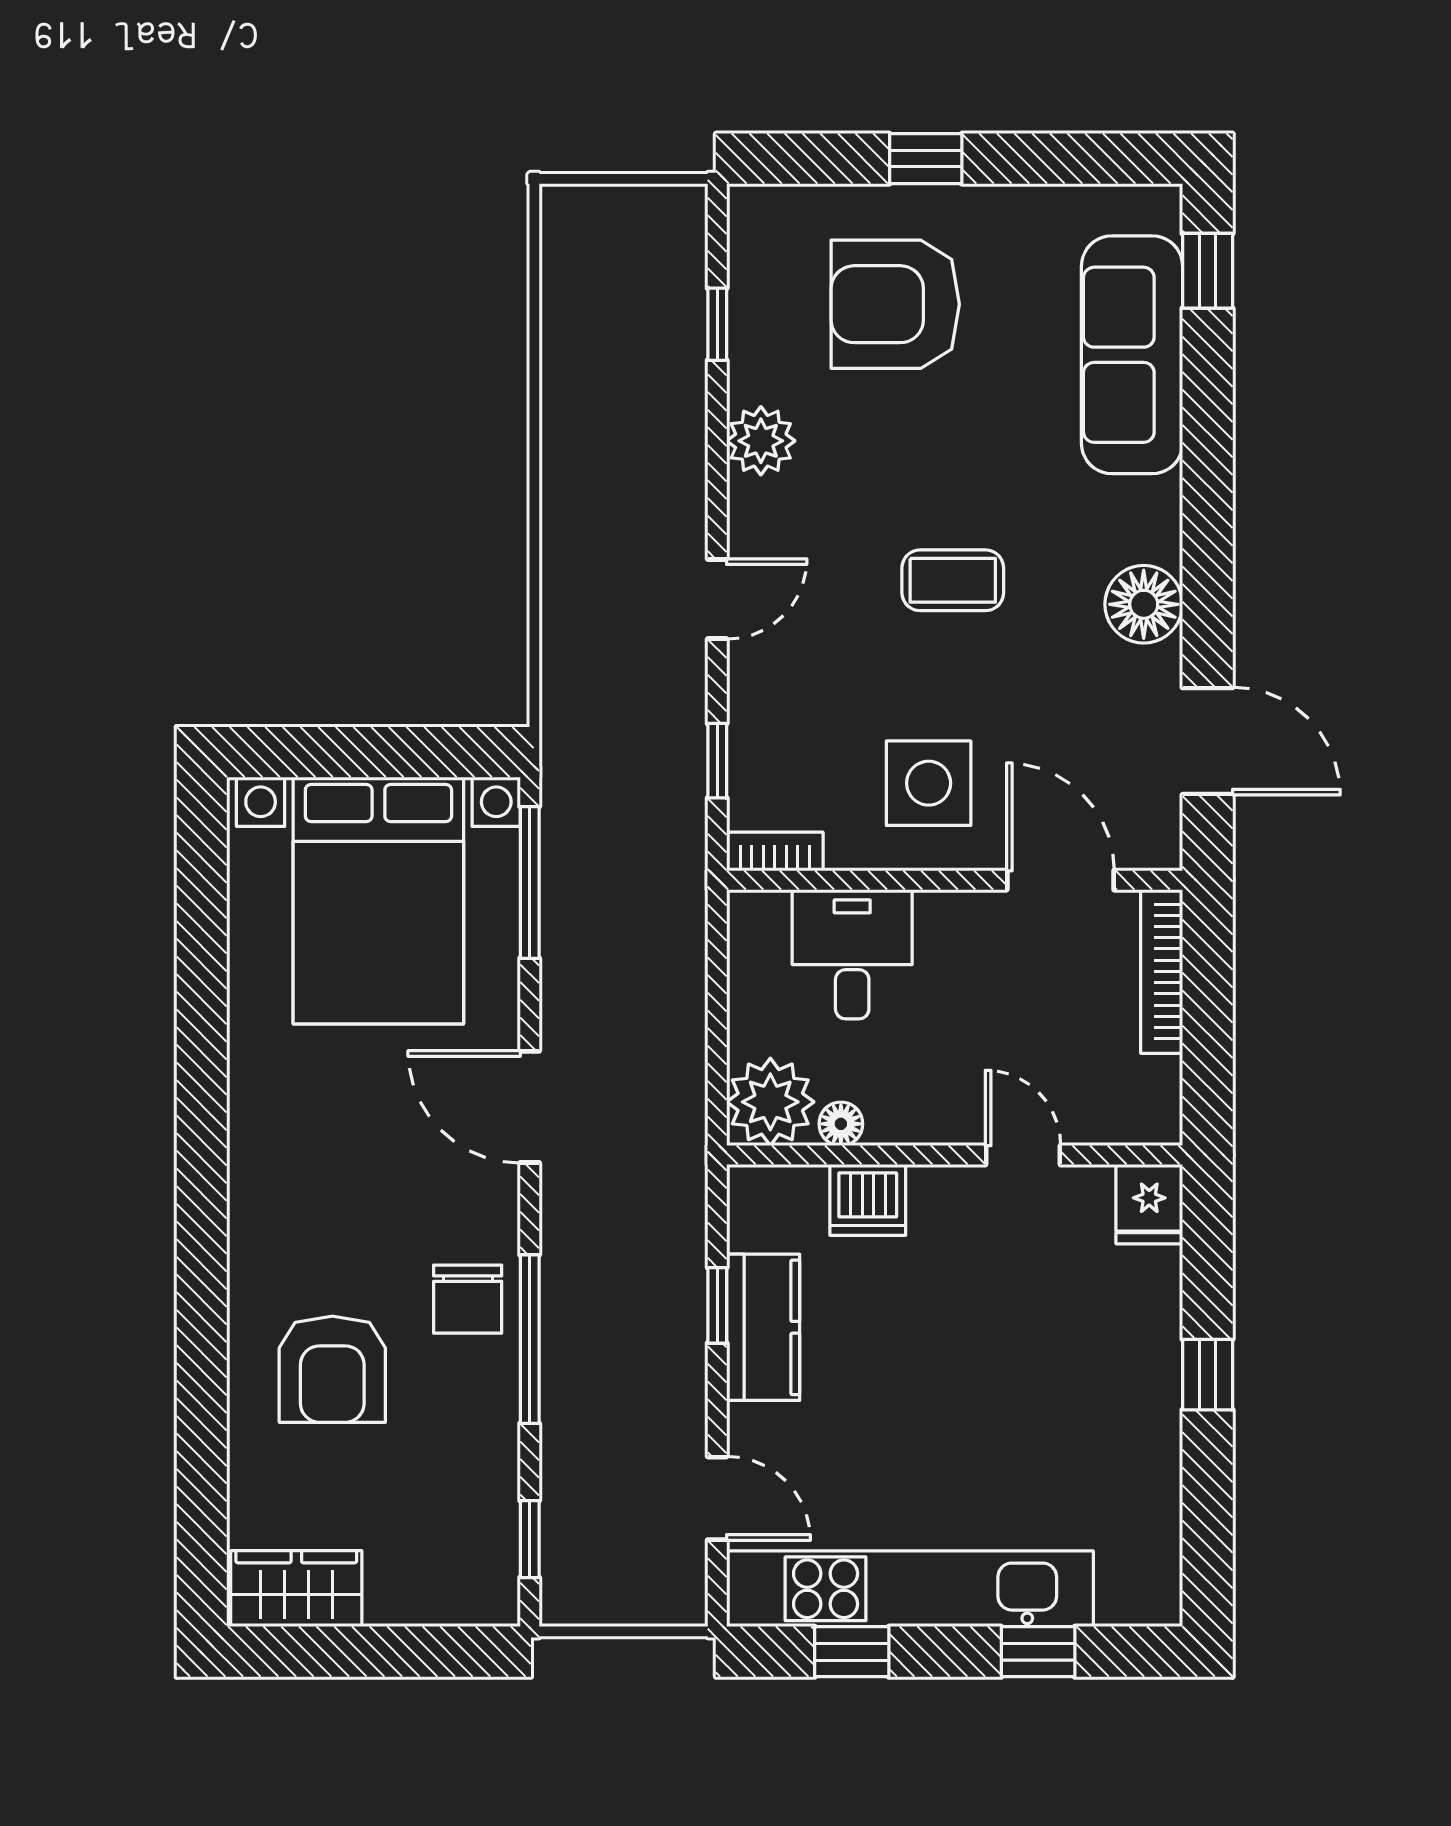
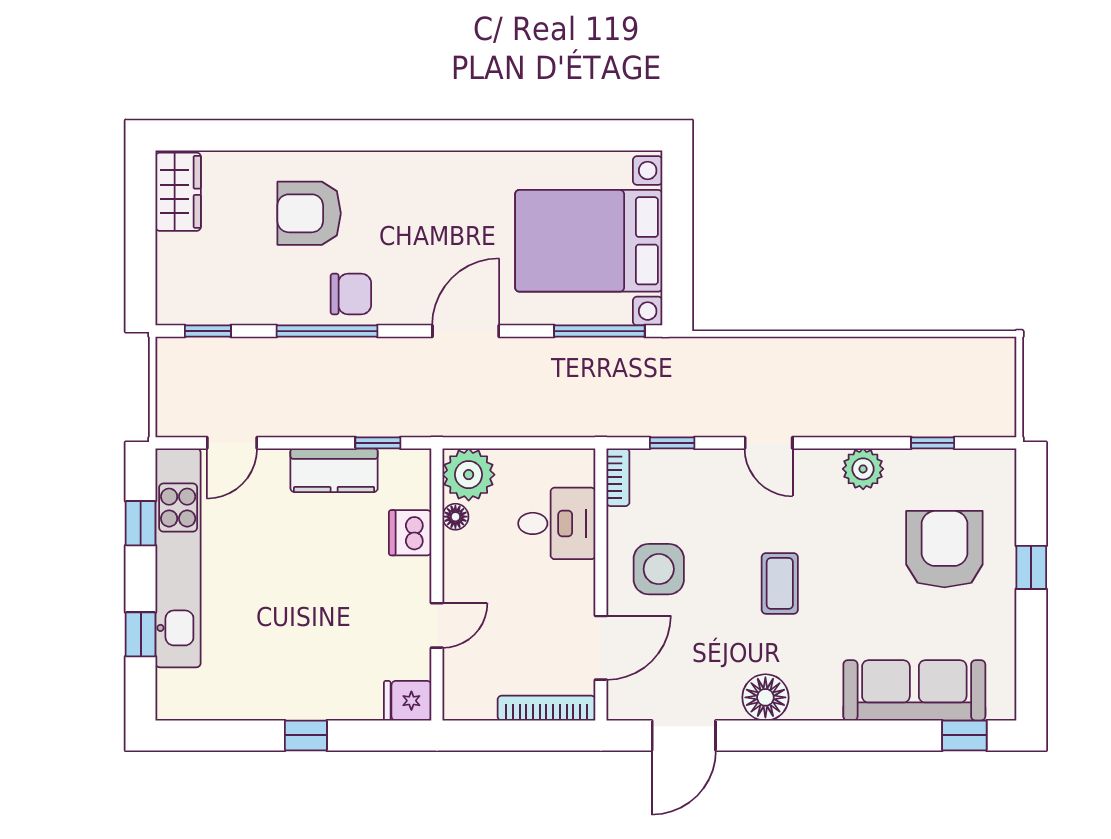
chair: (468, 1299) -> (351, 294), turned 180
window: (717, 1305) -> (378, 443), moved

